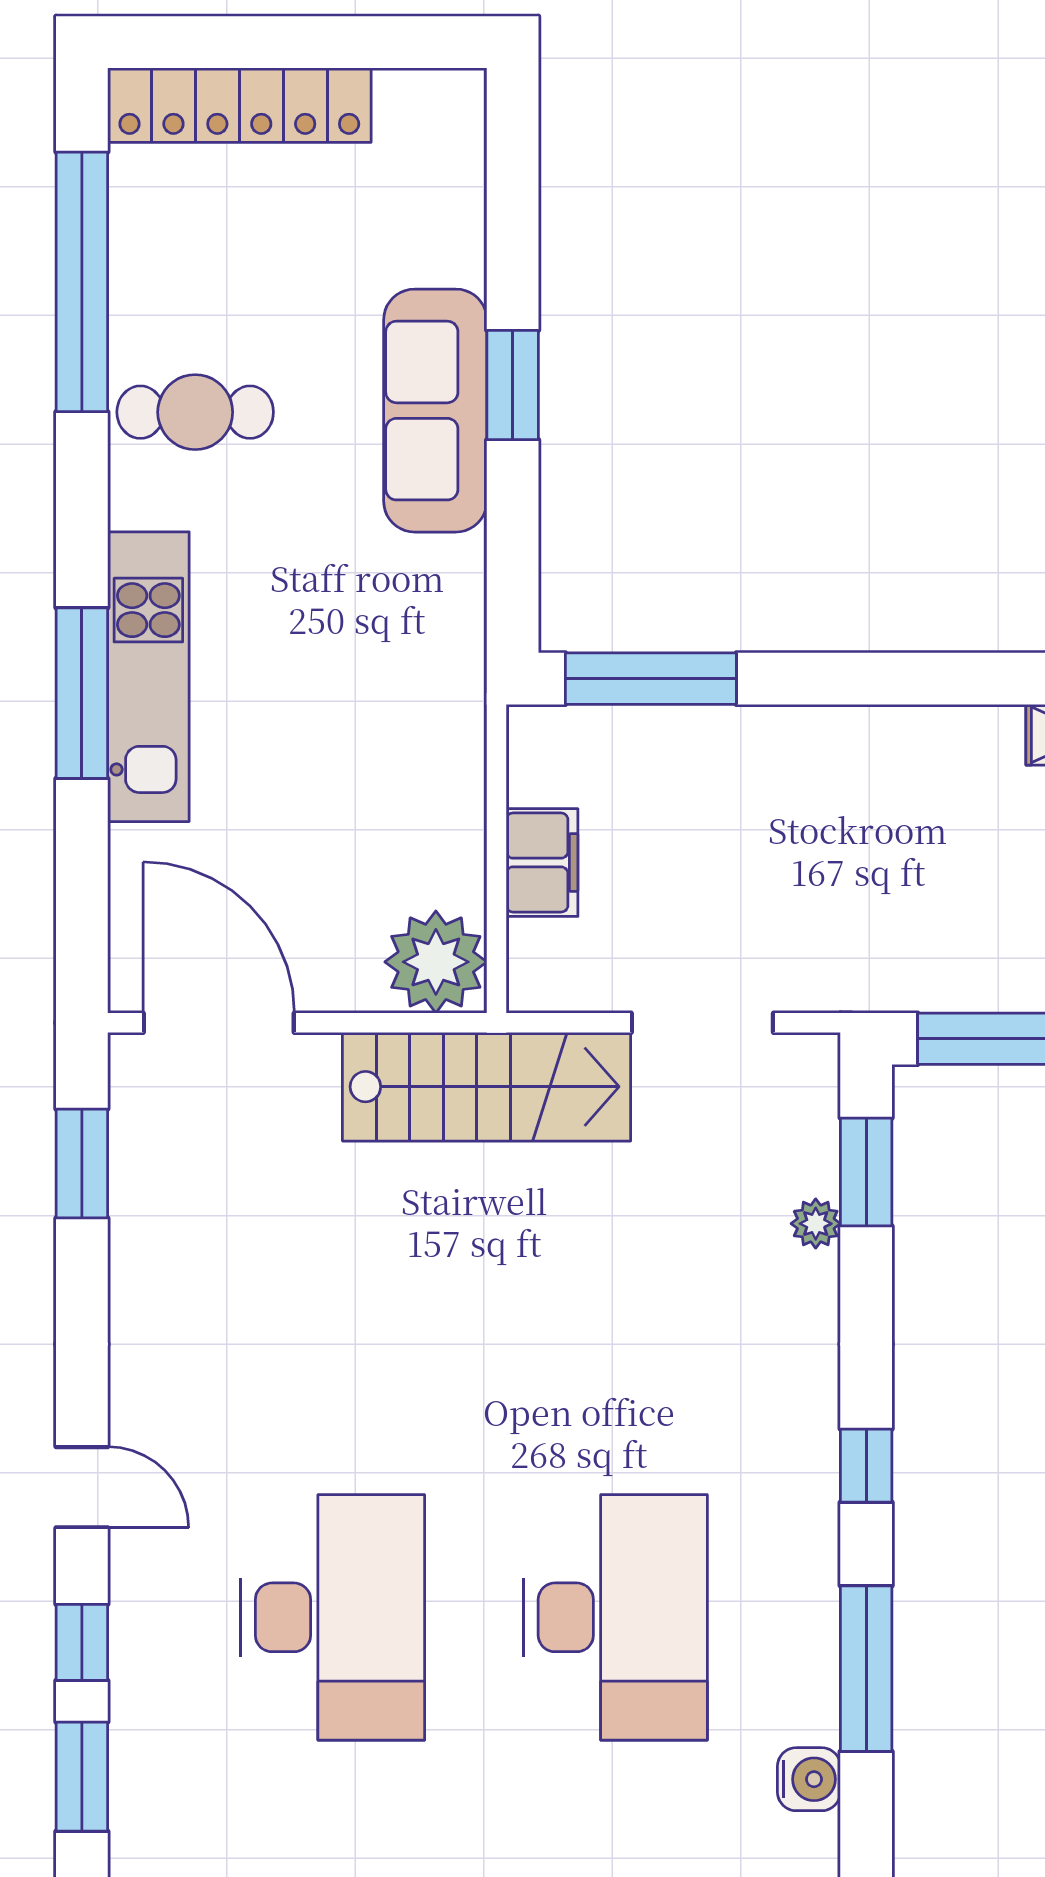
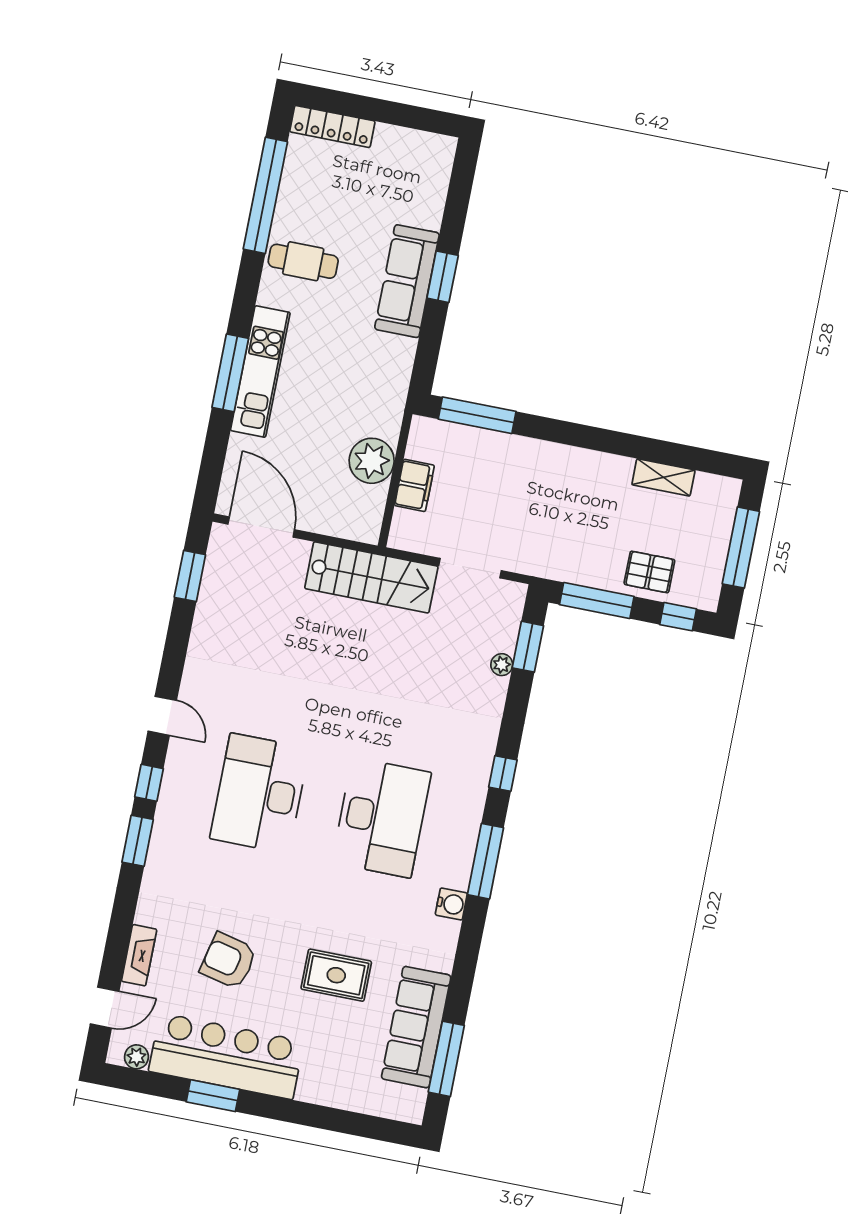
locker: (239, 105) -> (332, 126), width x0.71, depth x0.83
plant: (436, 962) -> (372, 461), moved
desk: (333, 1617) -> (259, 793), turned 180

